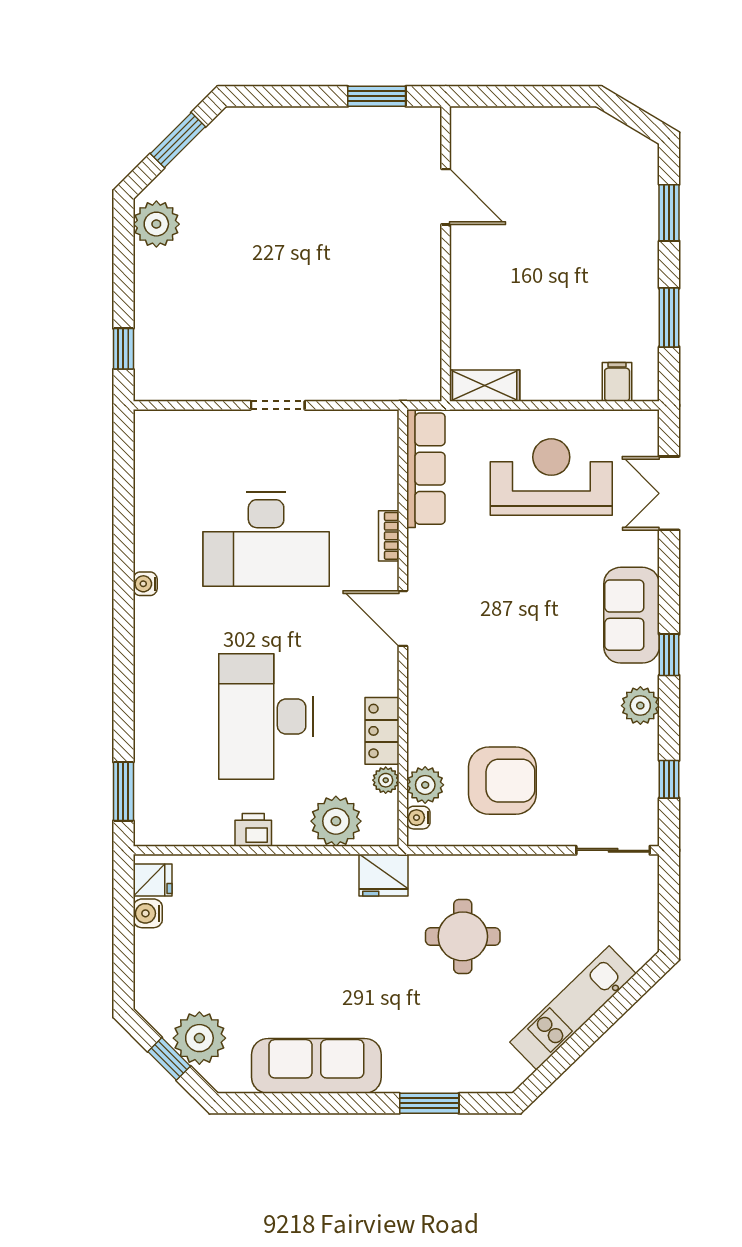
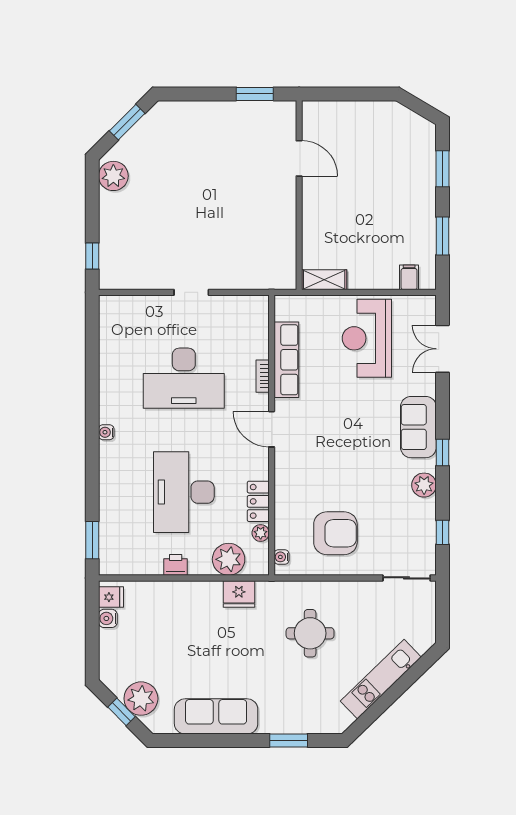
row of seats: (426, 469) -> (286, 360), moved
reception desk: (551, 477) -> (367, 338), turned -90
water cooler: (145, 584) -> (106, 432), moved
plant: (425, 785) -> (286, 536), removed
fridge: (383, 875) -> (239, 594), moved

